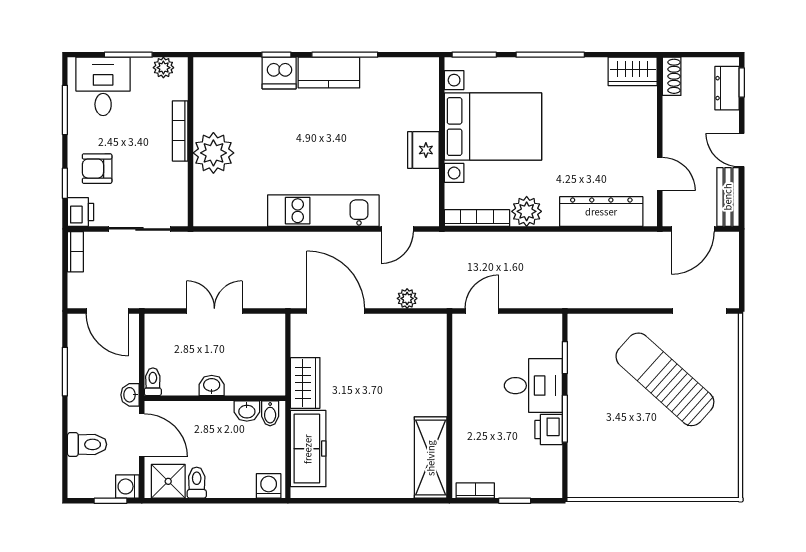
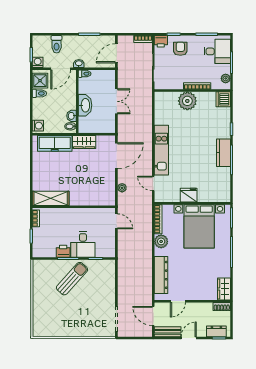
dishwasher: (279, 73) -> (223, 99), moved
sun lounger: (665, 379) -> (72, 279), moved, width x0.73, depth x0.75
washbasin: (212, 385) -> (85, 105), width x1.91, depth x1.45

